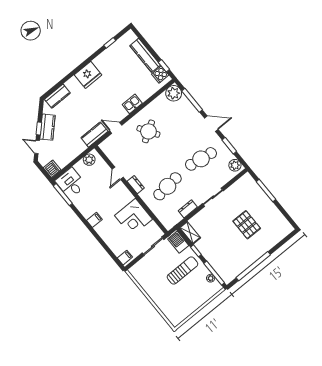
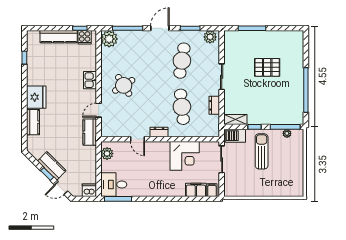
kitchen counter: (57, 96) -> (33, 122), moved
filing cabinet: (94, 220) -> (196, 190), moved, width x2.00

